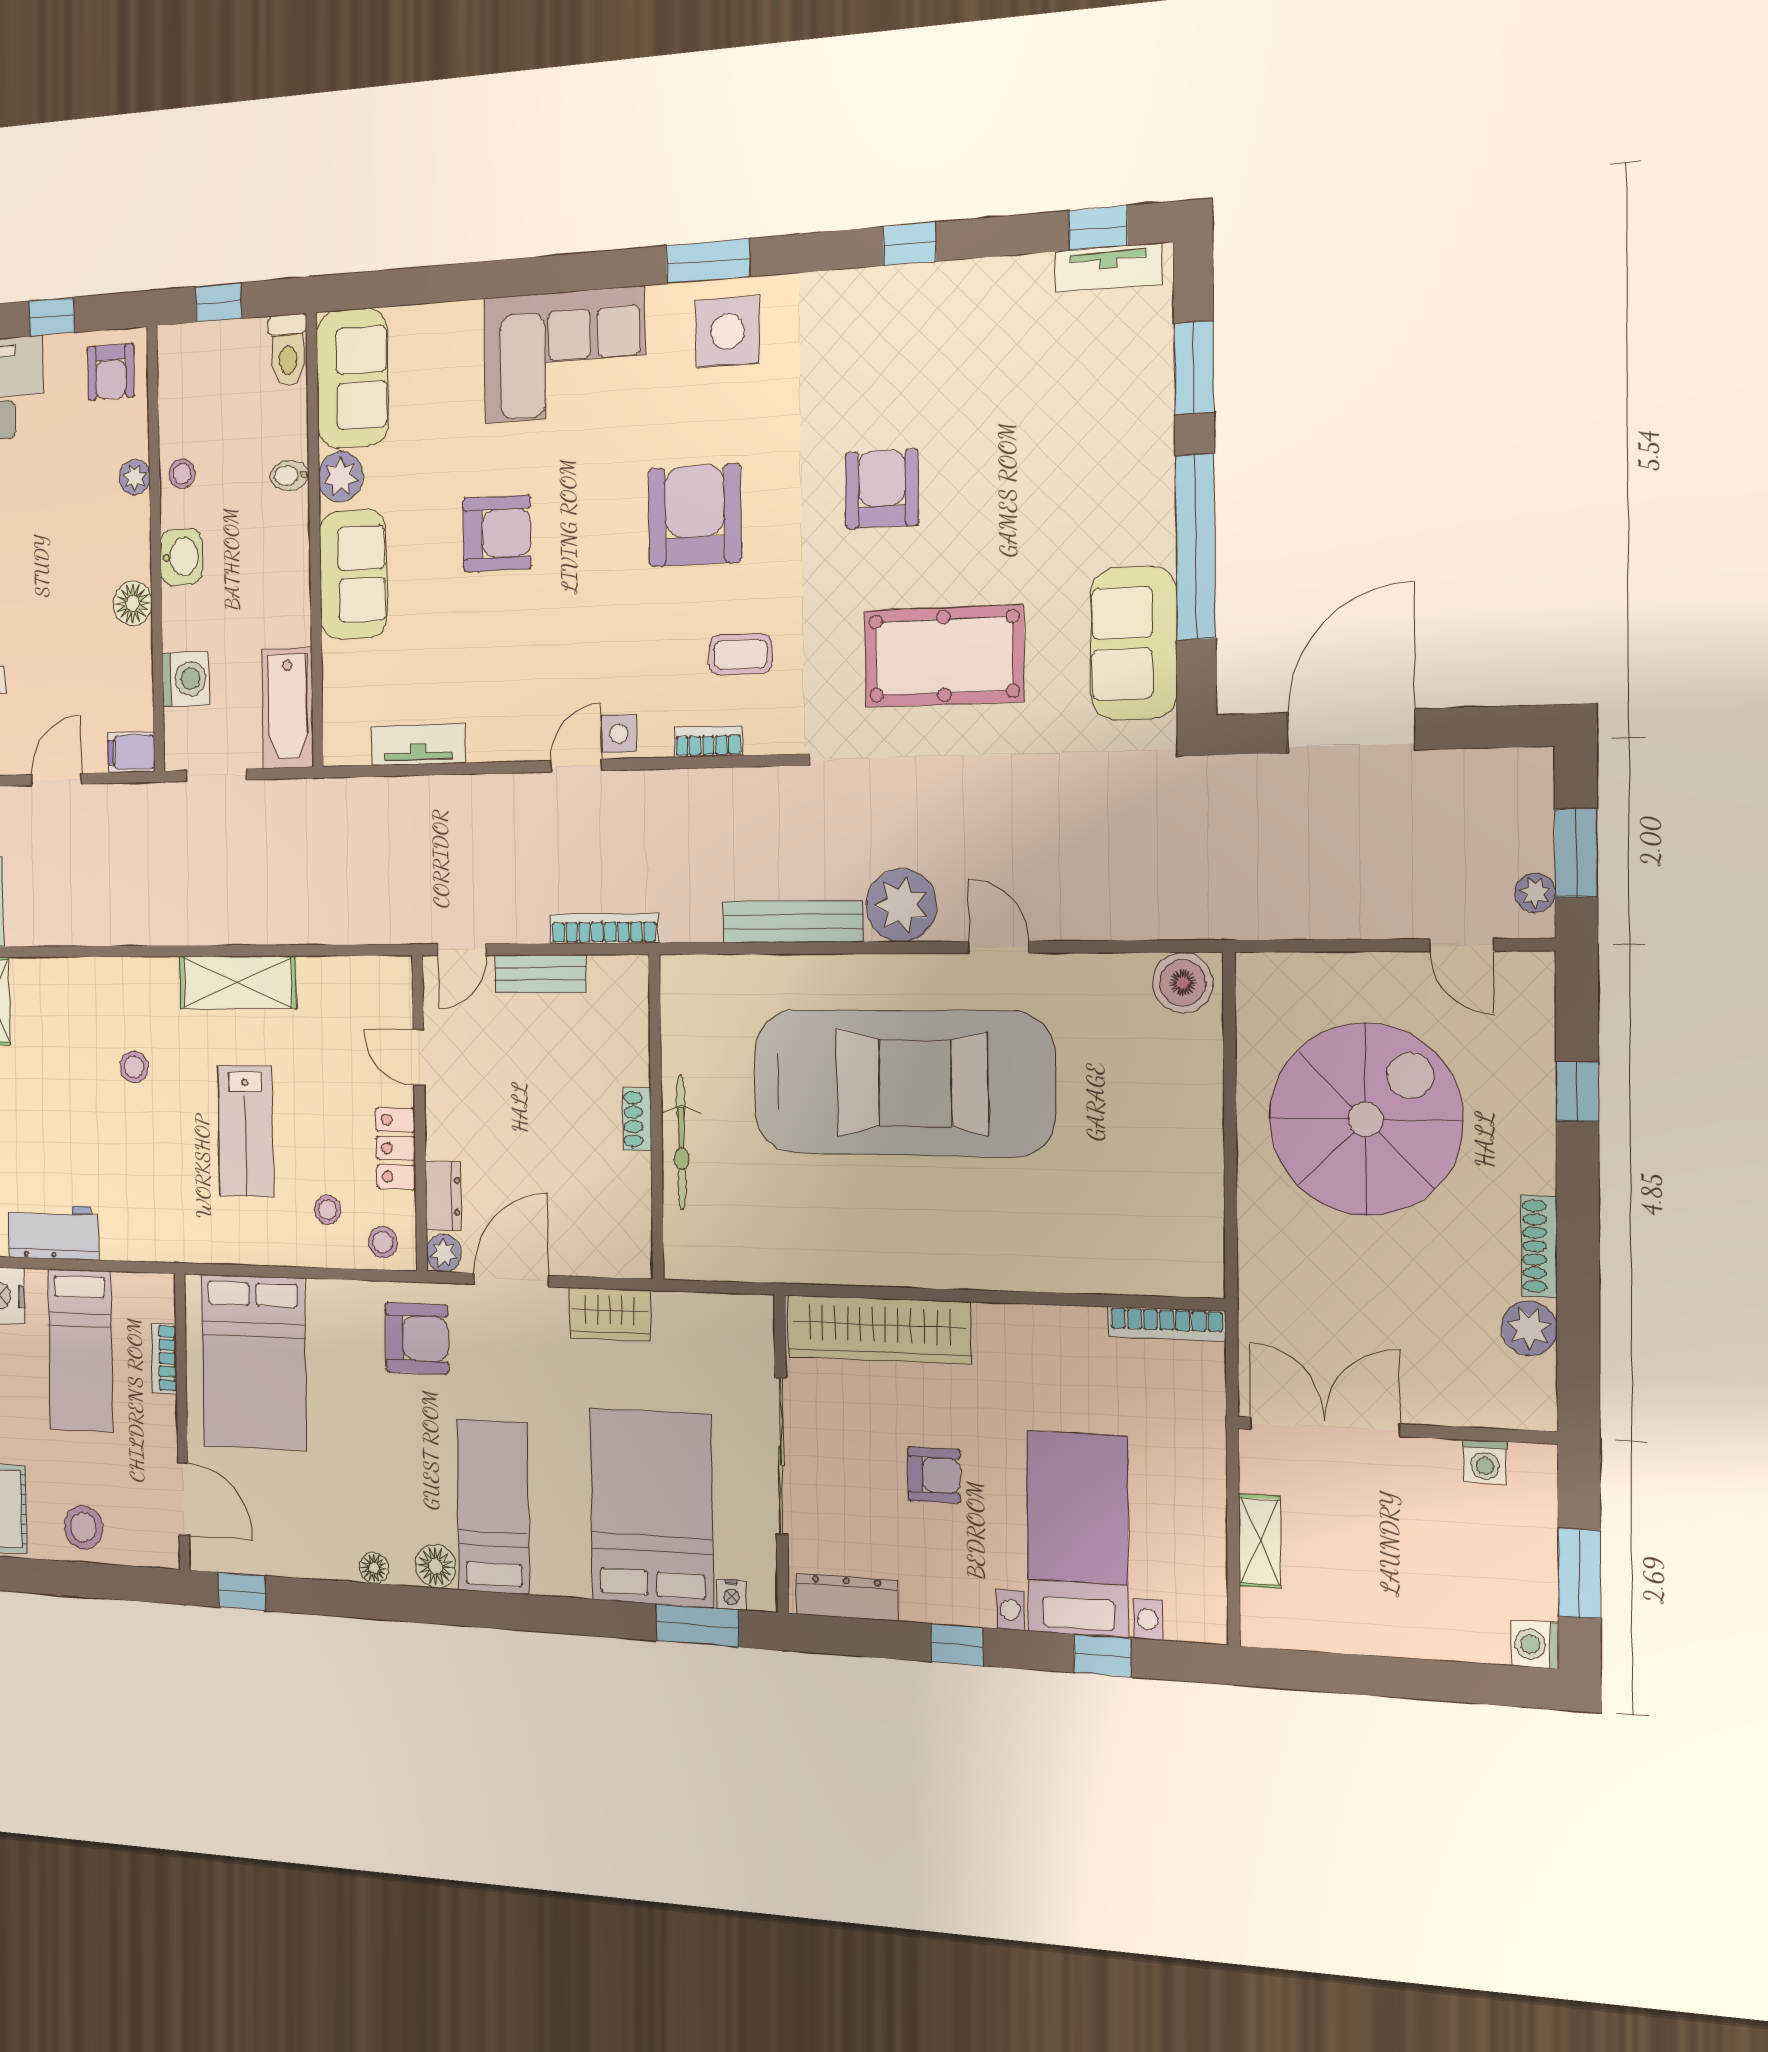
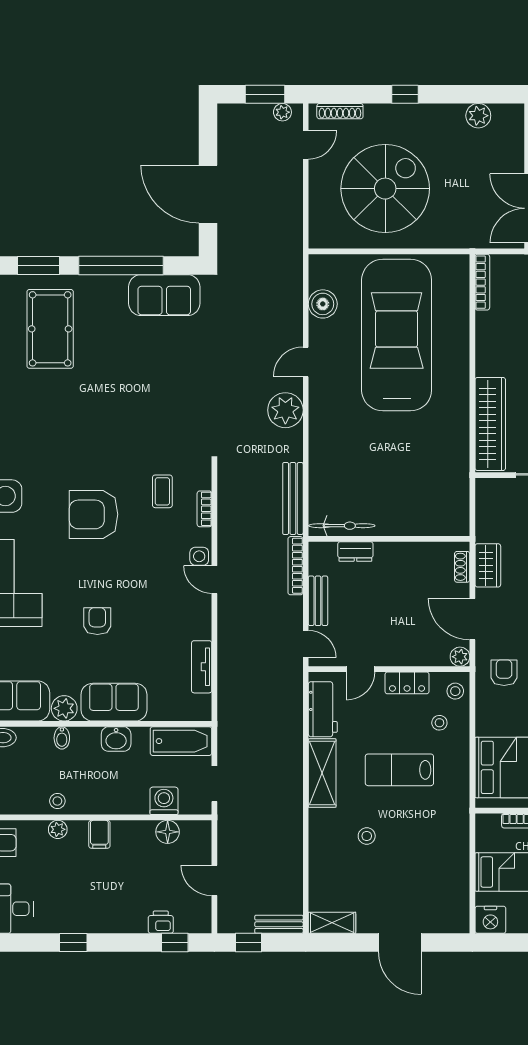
armchair: (882, 489) -> (86, 418), removed
armchair: (497, 533) -> (97, 621), width x0.72, depth x0.72
washbasin: (181, 557) -> (116, 739), moved, turned 180
floor lamp: (133, 603) -> (168, 832), moved
pool table: (944, 656) -> (50, 329), moved
filing cabinet: (131, 752) -> (99, 834), moved
bench: (793, 922) -> (293, 499), moved
boiler: (1183, 983) -> (323, 304), moved
car: (903, 1083) -> (397, 335), moved
window: (1577, 1092) -> (405, 94), moved
shoe rack: (637, 1119) -> (462, 567), moved, turned 90
spiral stairs: (1366, 1119) -> (385, 189), turned 90
lab bench: (246, 1131) -> (399, 770), turned 180
bicycle: (681, 1143) -> (342, 526), moved
dresser: (443, 1196) -> (355, 552), moved, turned 180
workbench: (53, 1232) -> (323, 709), moved, turned 180
shoe rack: (1539, 1246) -> (340, 111), moved
armchair: (417, 1338) -> (504, 673), width x0.72, depth x0.72

